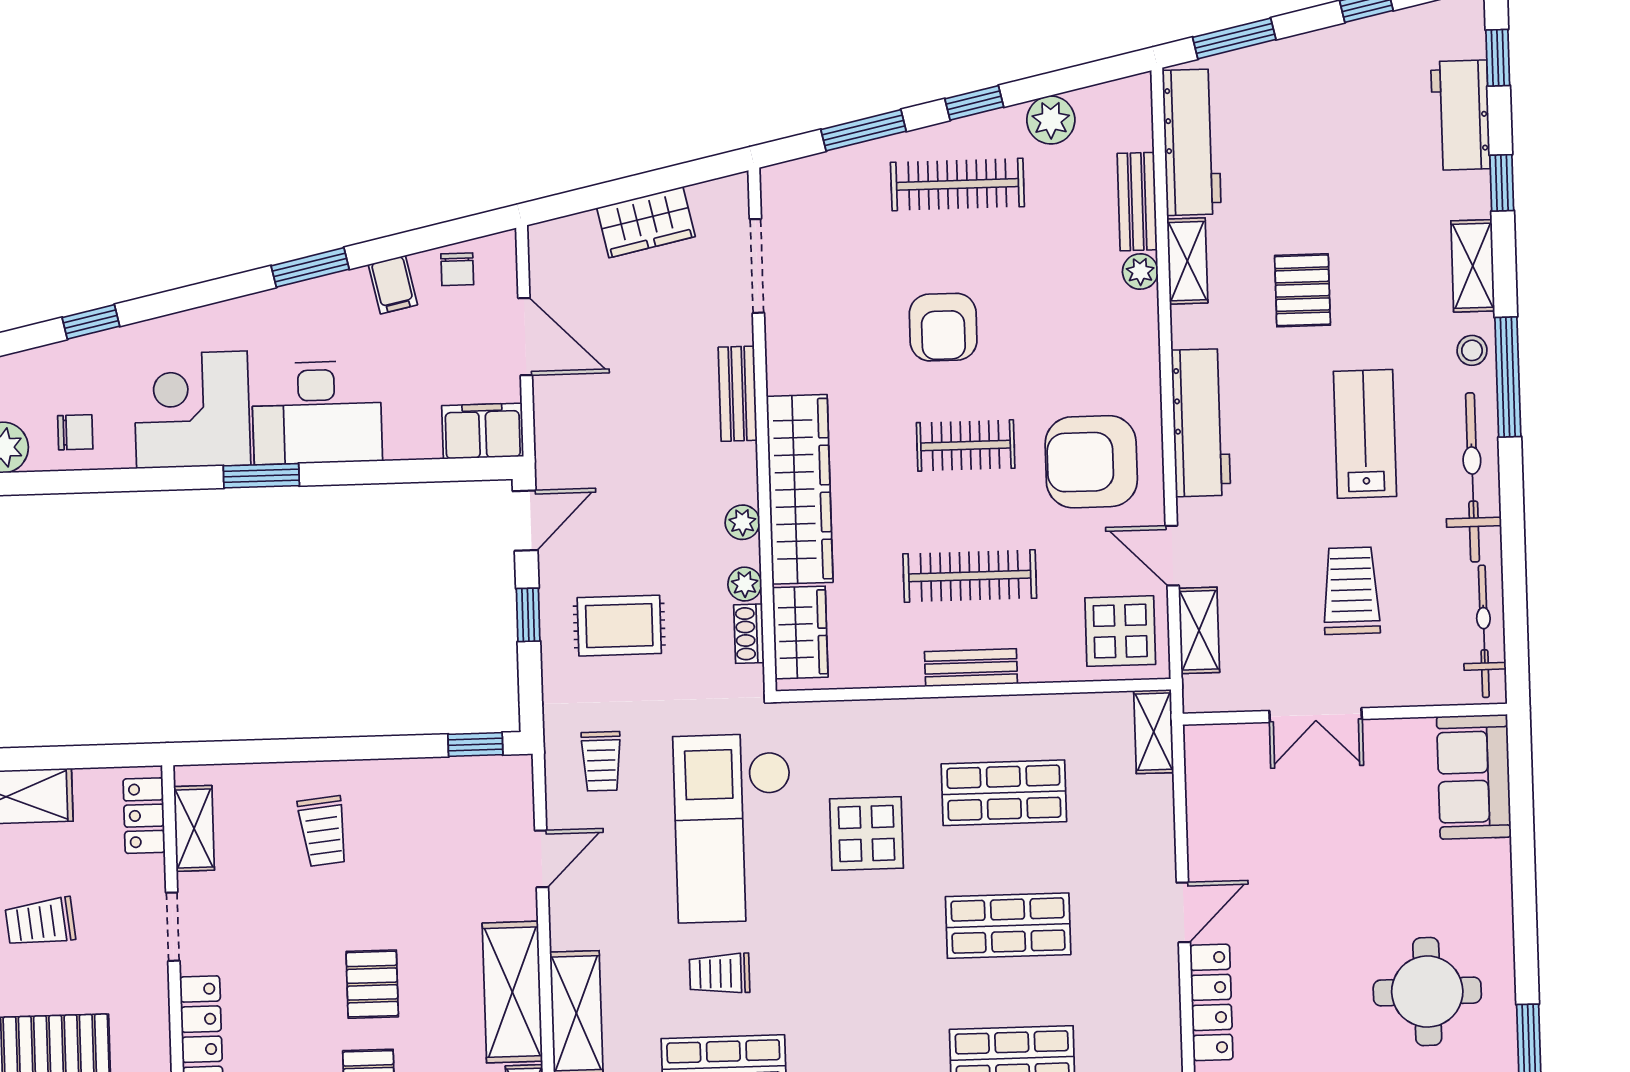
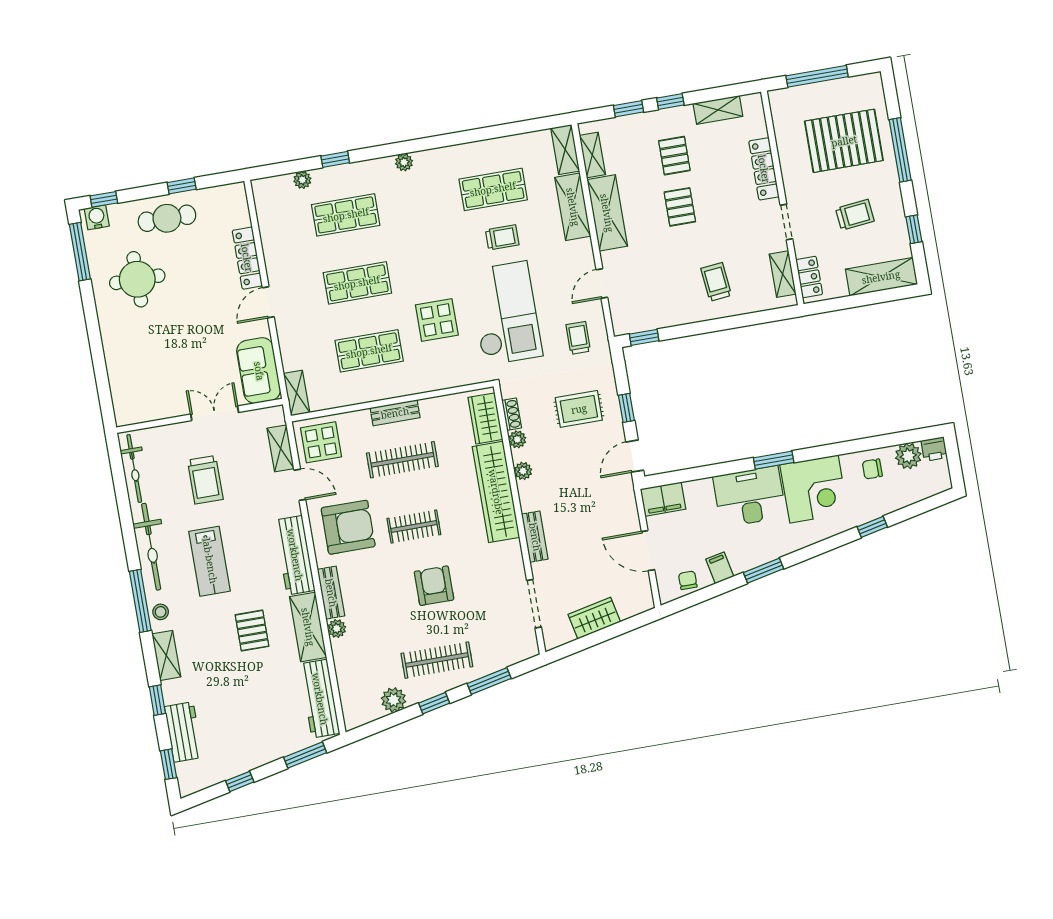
bench: (1137, 202) -> (331, 593), moved
shelving: (1187, 261) -> (308, 627), width x1.50, depth x1.33
sofa: (1474, 777) -> (259, 371), moved, turned 180

